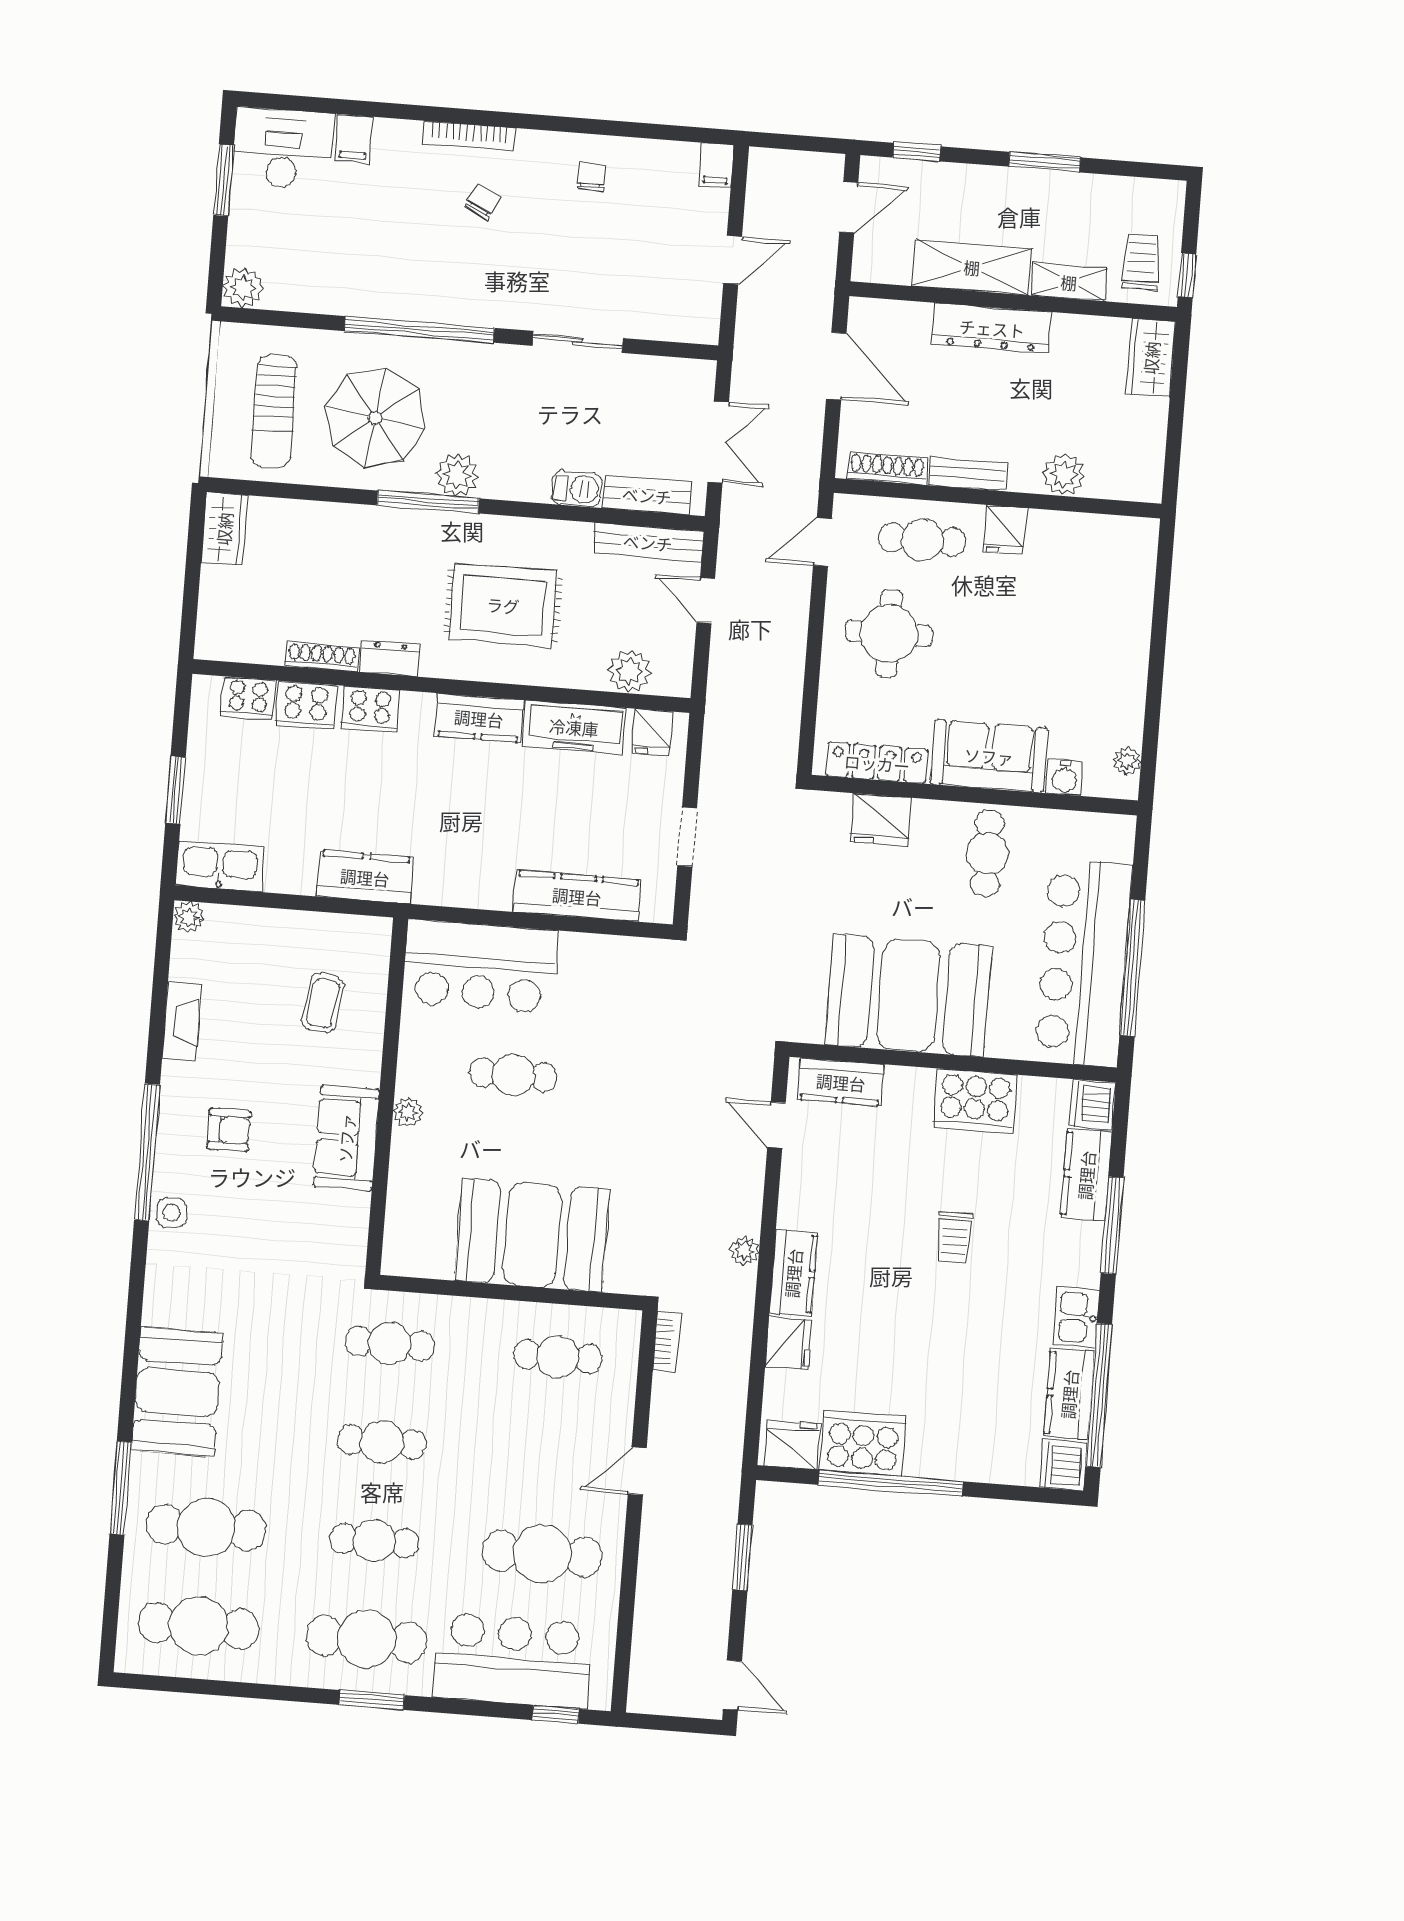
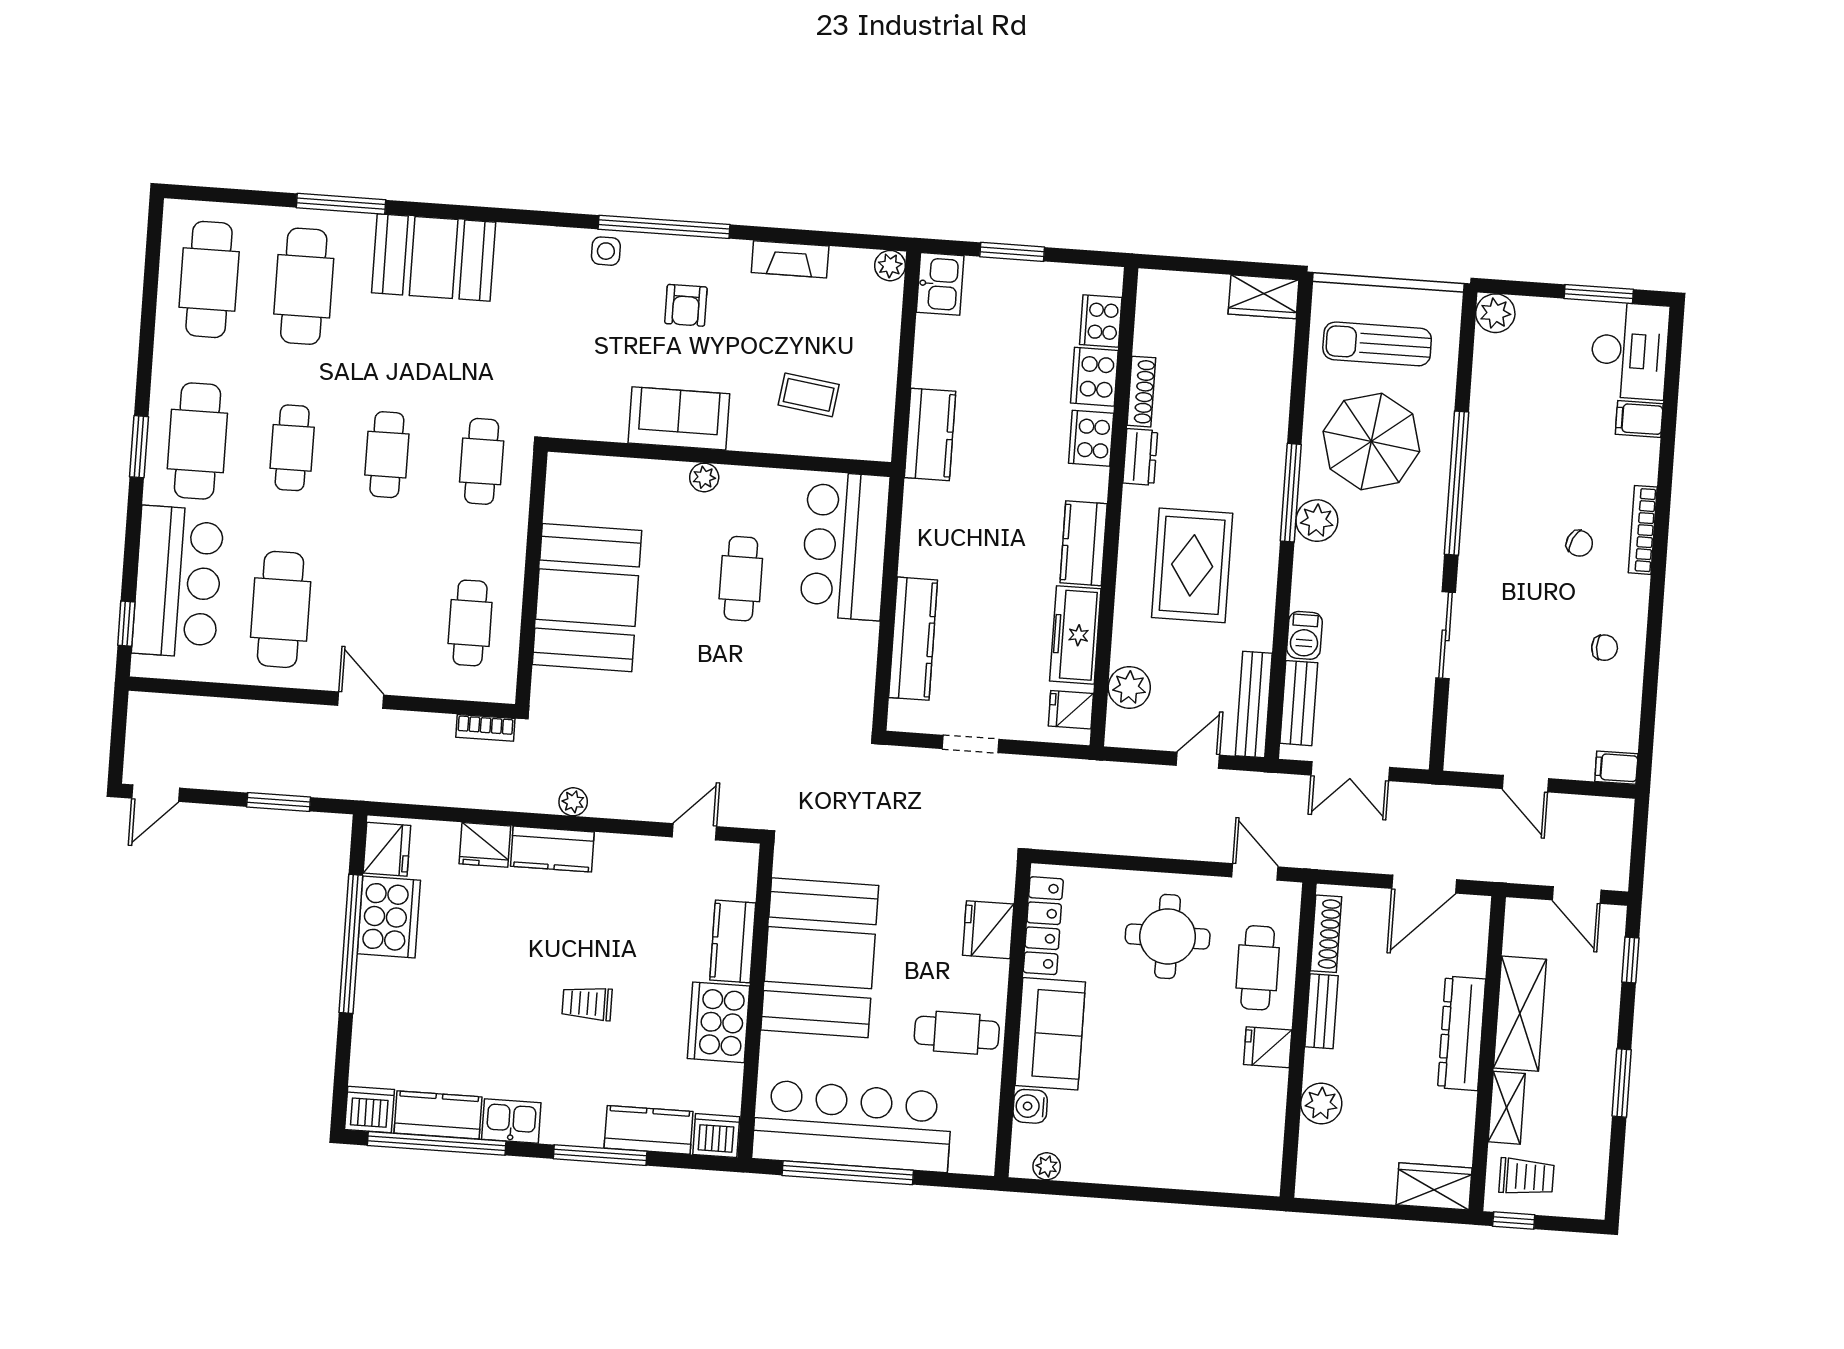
kitchen sink: (220, 866) -> (940, 284), width x0.73
kitchen counter: (841, 1082) -> (733, 941), moved

